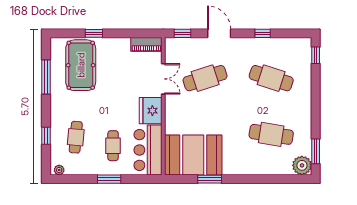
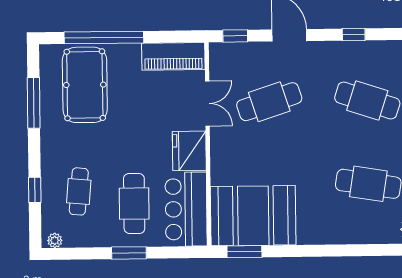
window: (94, 33) -> (104, 38), width x3.17
piano: (146, 44) -> (173, 56), width x1.37, depth x1.33
cafe table: (113, 146) -> (134, 204), width x1.37, depth x1.35
window: (210, 179) -> (244, 252), moved

